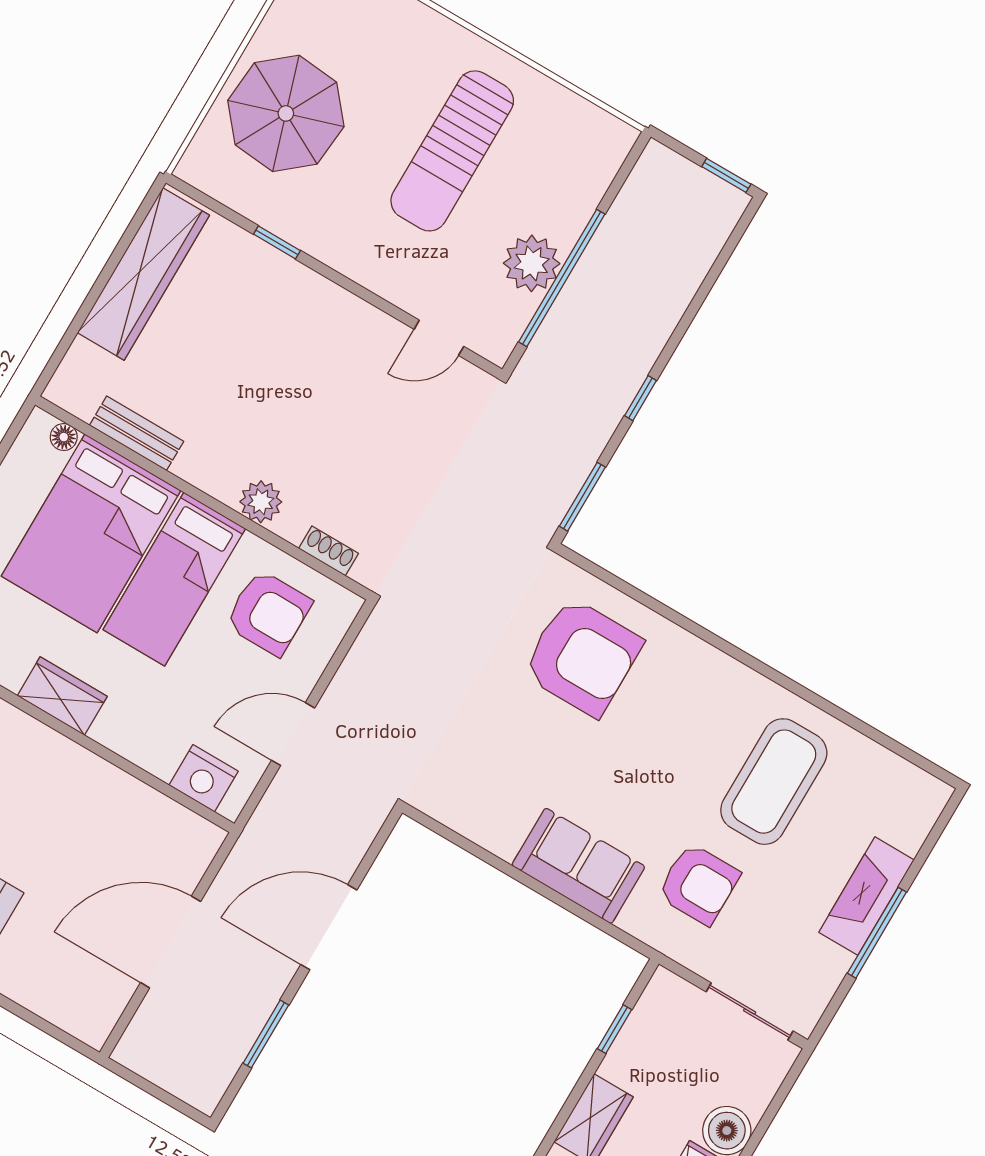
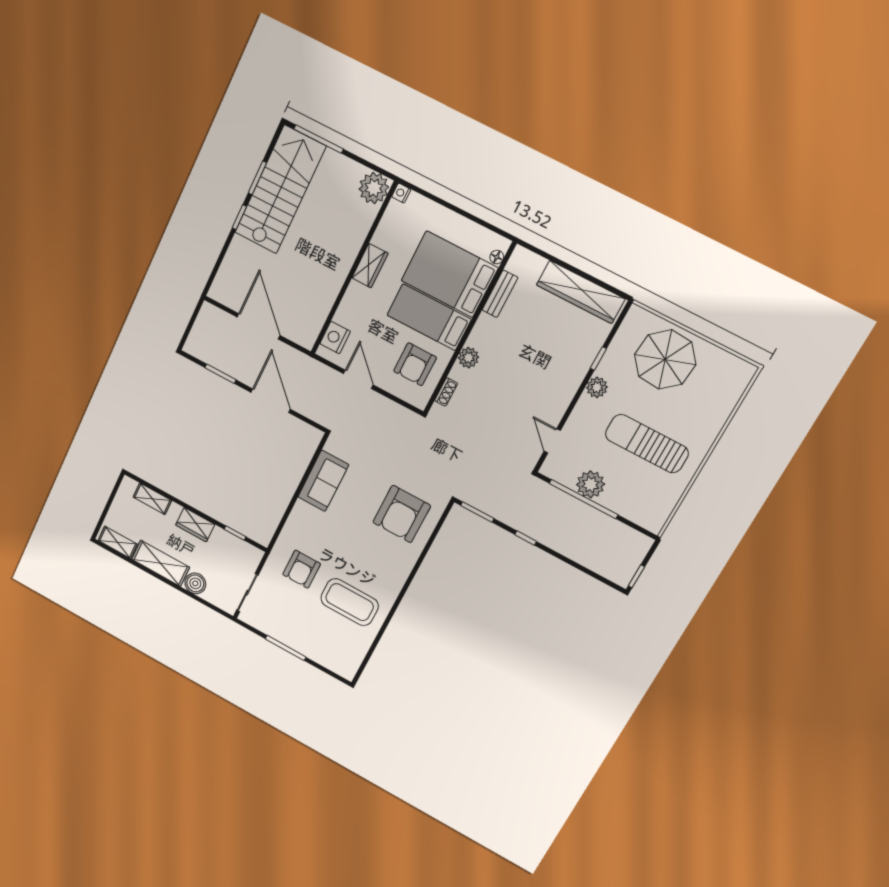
plant: (334, 246) -> (597, 387), added
sofa: (578, 866) -> (323, 481), moved
fireplace: (866, 896) -> (301, 643), removed

